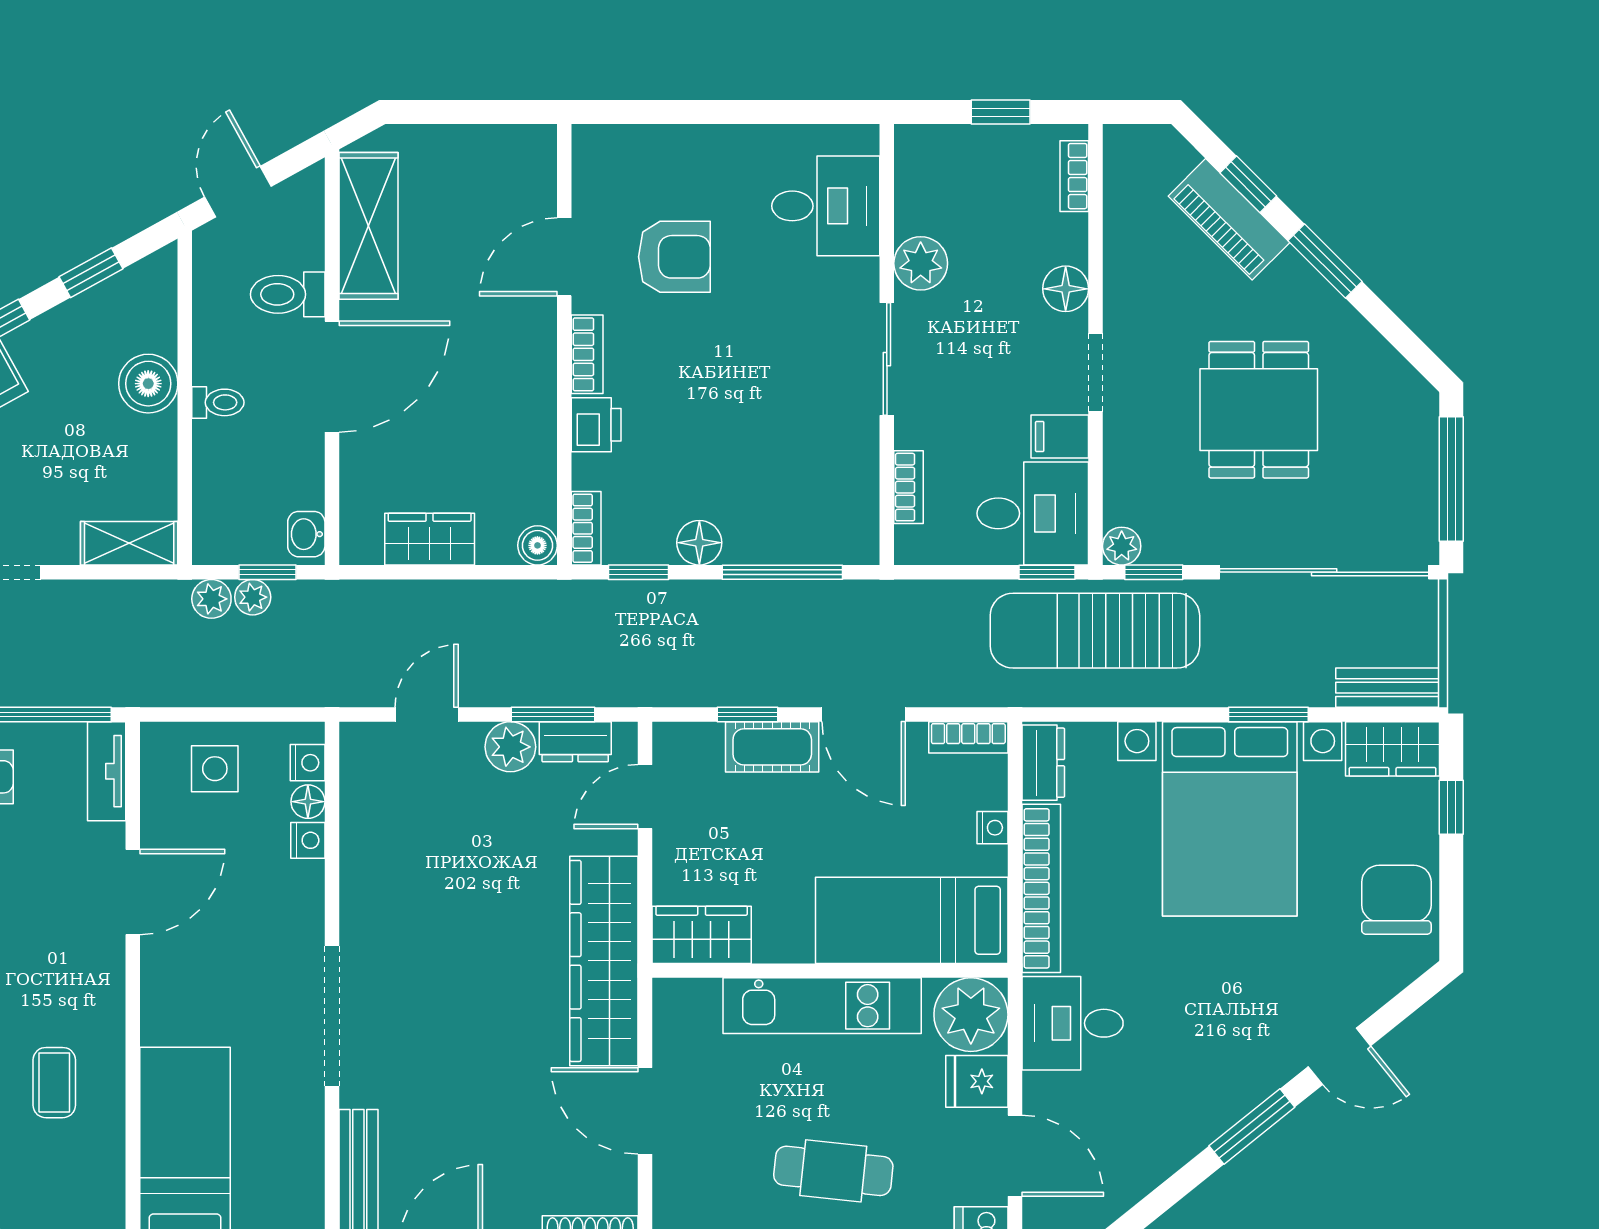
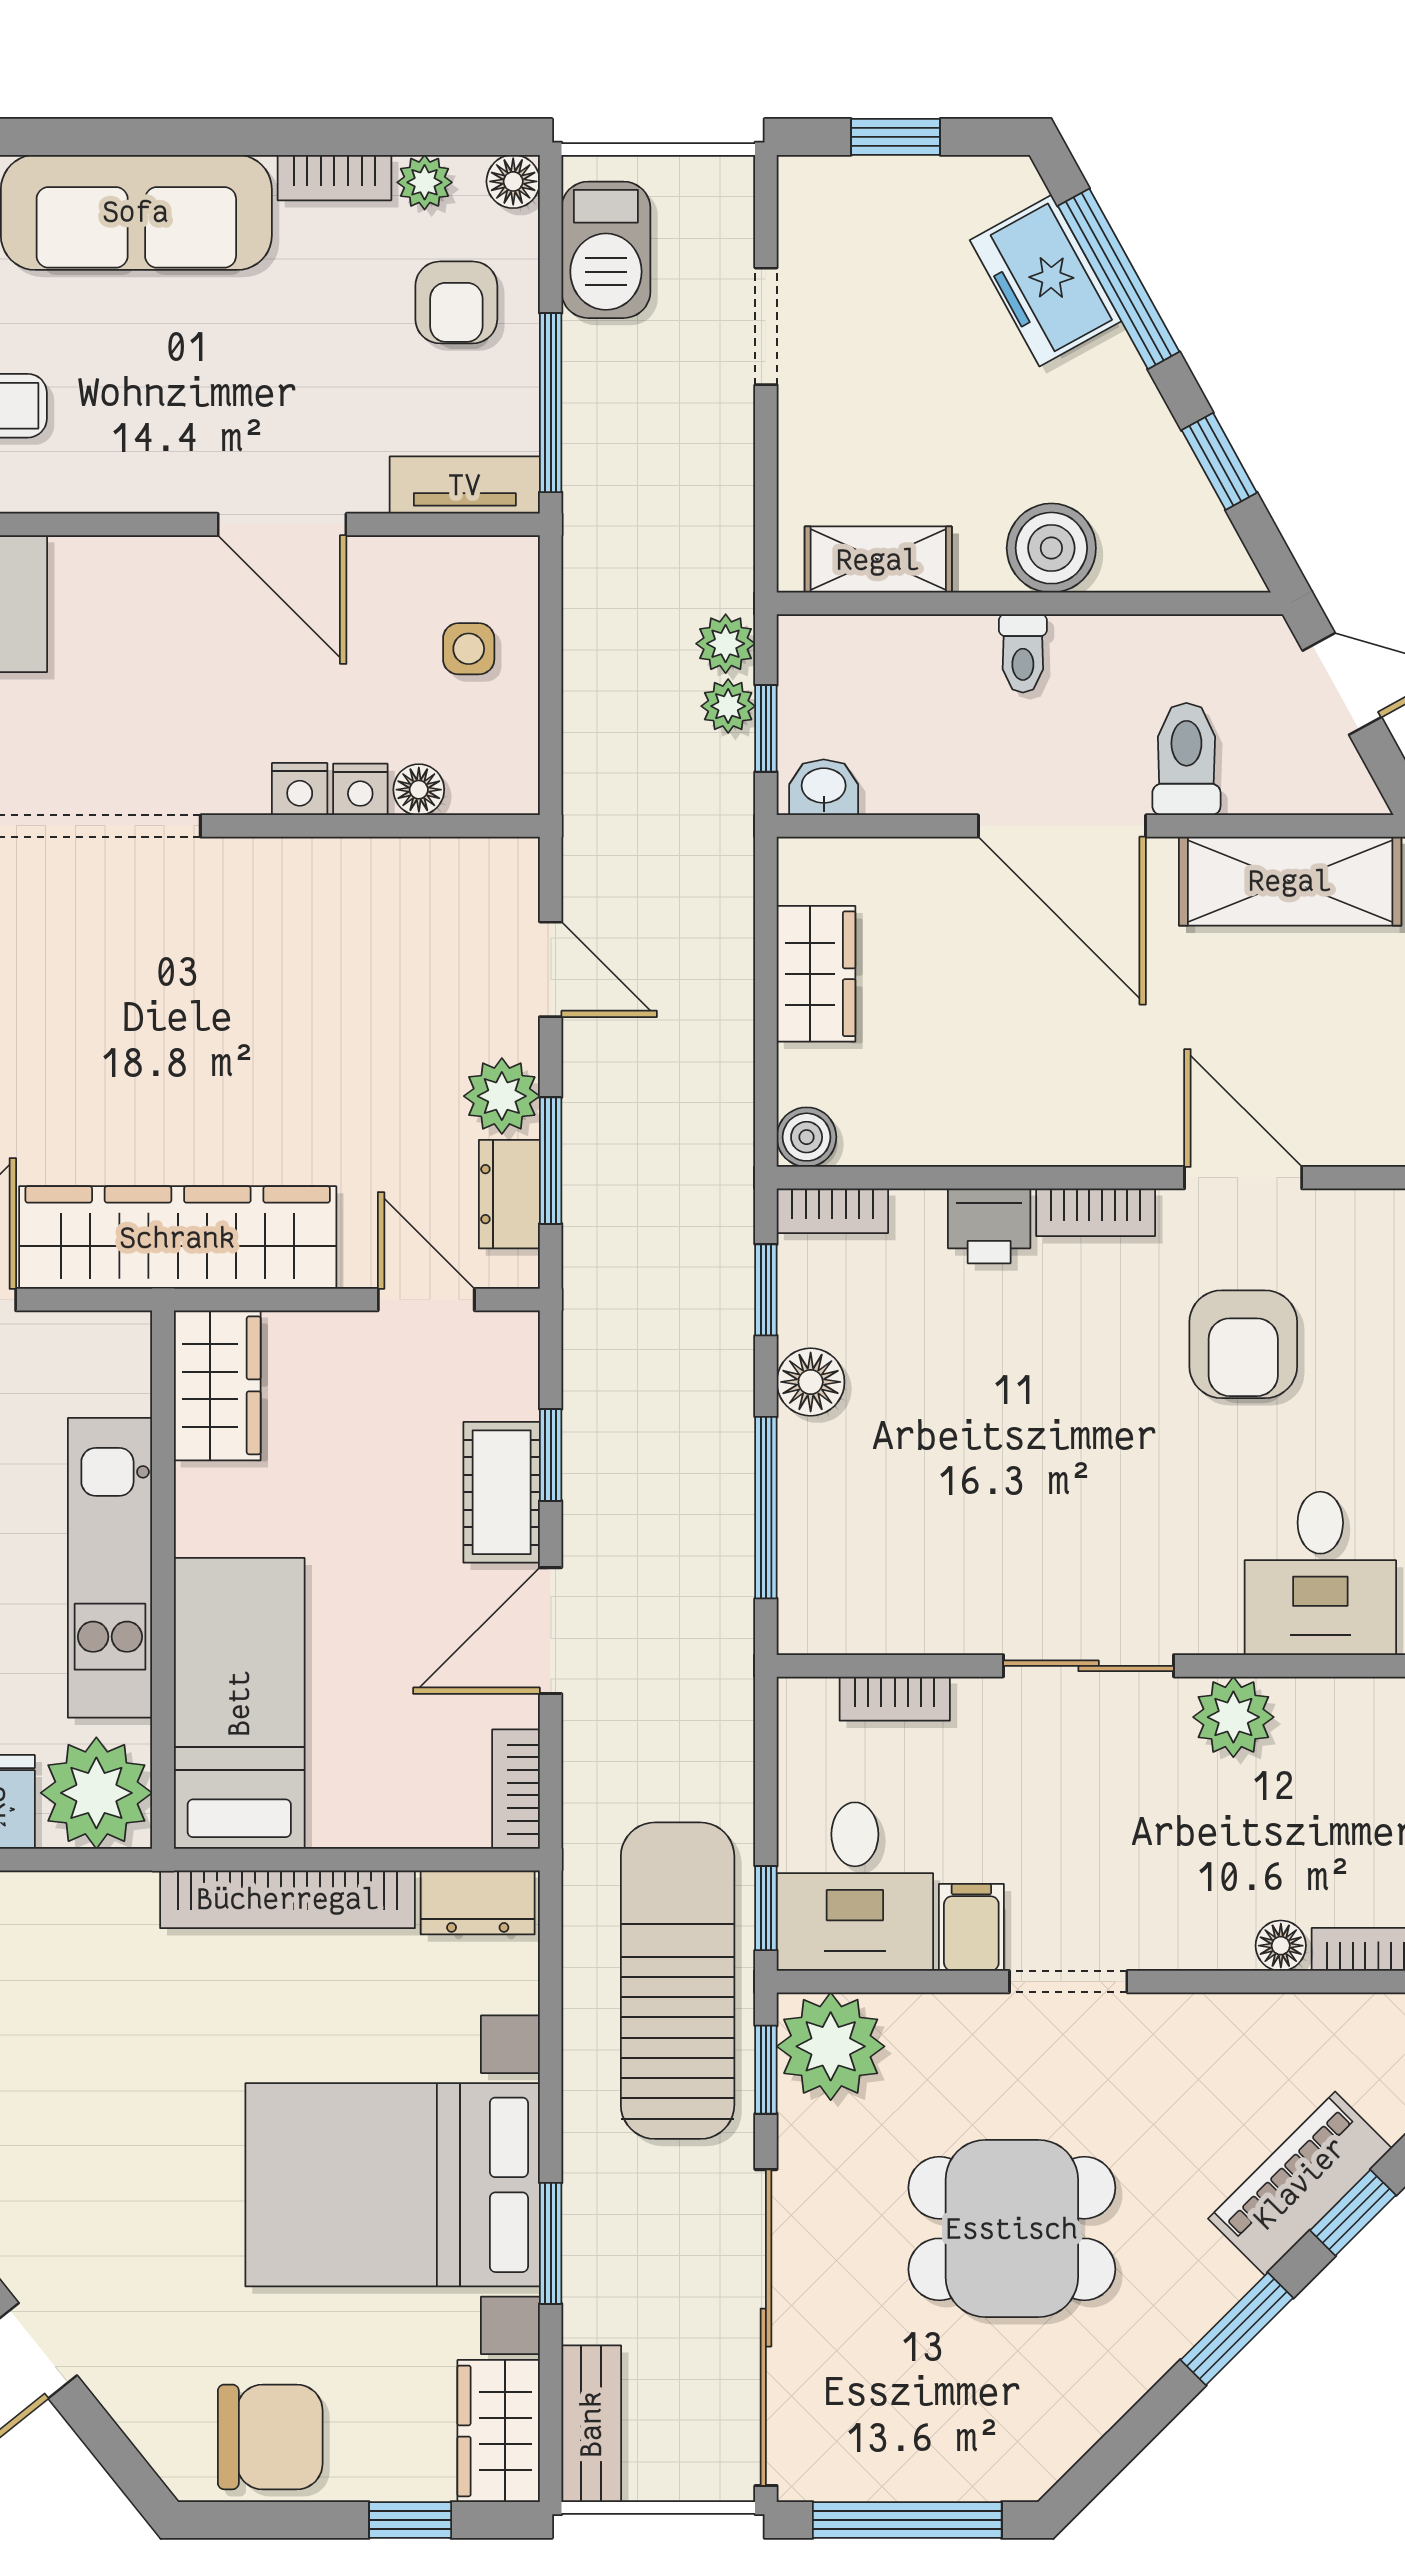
floor lamp: (1066, 289) -> (1281, 1946), moved, width x0.73, depth x0.73
shelving: (129, 543) -> (878, 560), moved, turned 90
plant: (1122, 546) -> (831, 2046), width x1.87, depth x1.87
nightstand: (308, 763) -> (300, 789), moved
side table: (215, 769) -> (469, 649), width x0.73, depth x0.73
nightstand: (992, 828) -> (379, 1826), removed
desk: (1073, 1023) -> (83, 1947), removed

